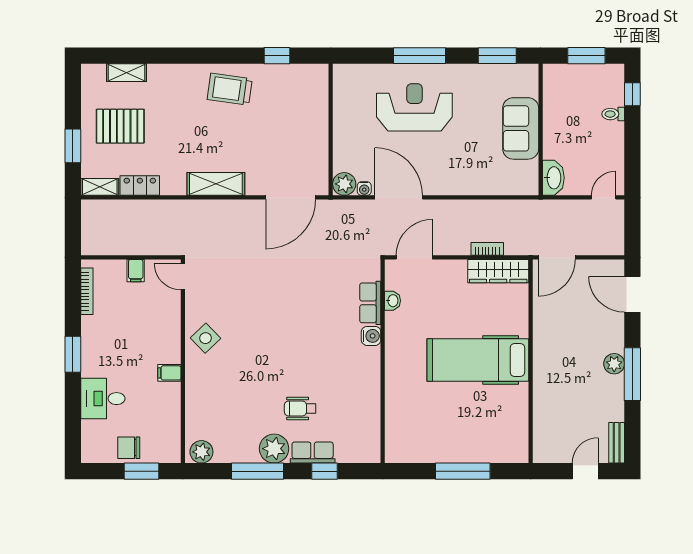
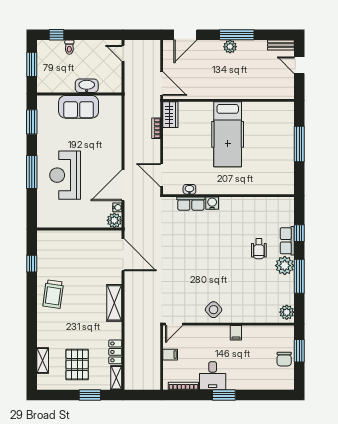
washbasin: (553, 178) -> (87, 86), moved
wardrobe: (498, 271) -> (170, 115), width x0.67
desk: (103, 399) -> (213, 376), moved

